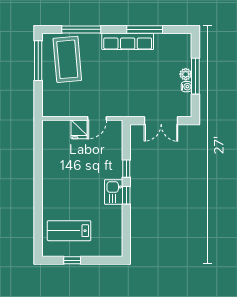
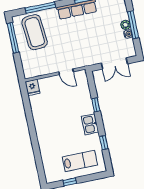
door: (97, 118) -> (66, 72), hinge flipped
fridge: (79, 129) -> (32, 87), moved
window: (126, 195) -> (104, 143), moved
lab bench: (69, 231) -> (80, 161), moved, turned 180

